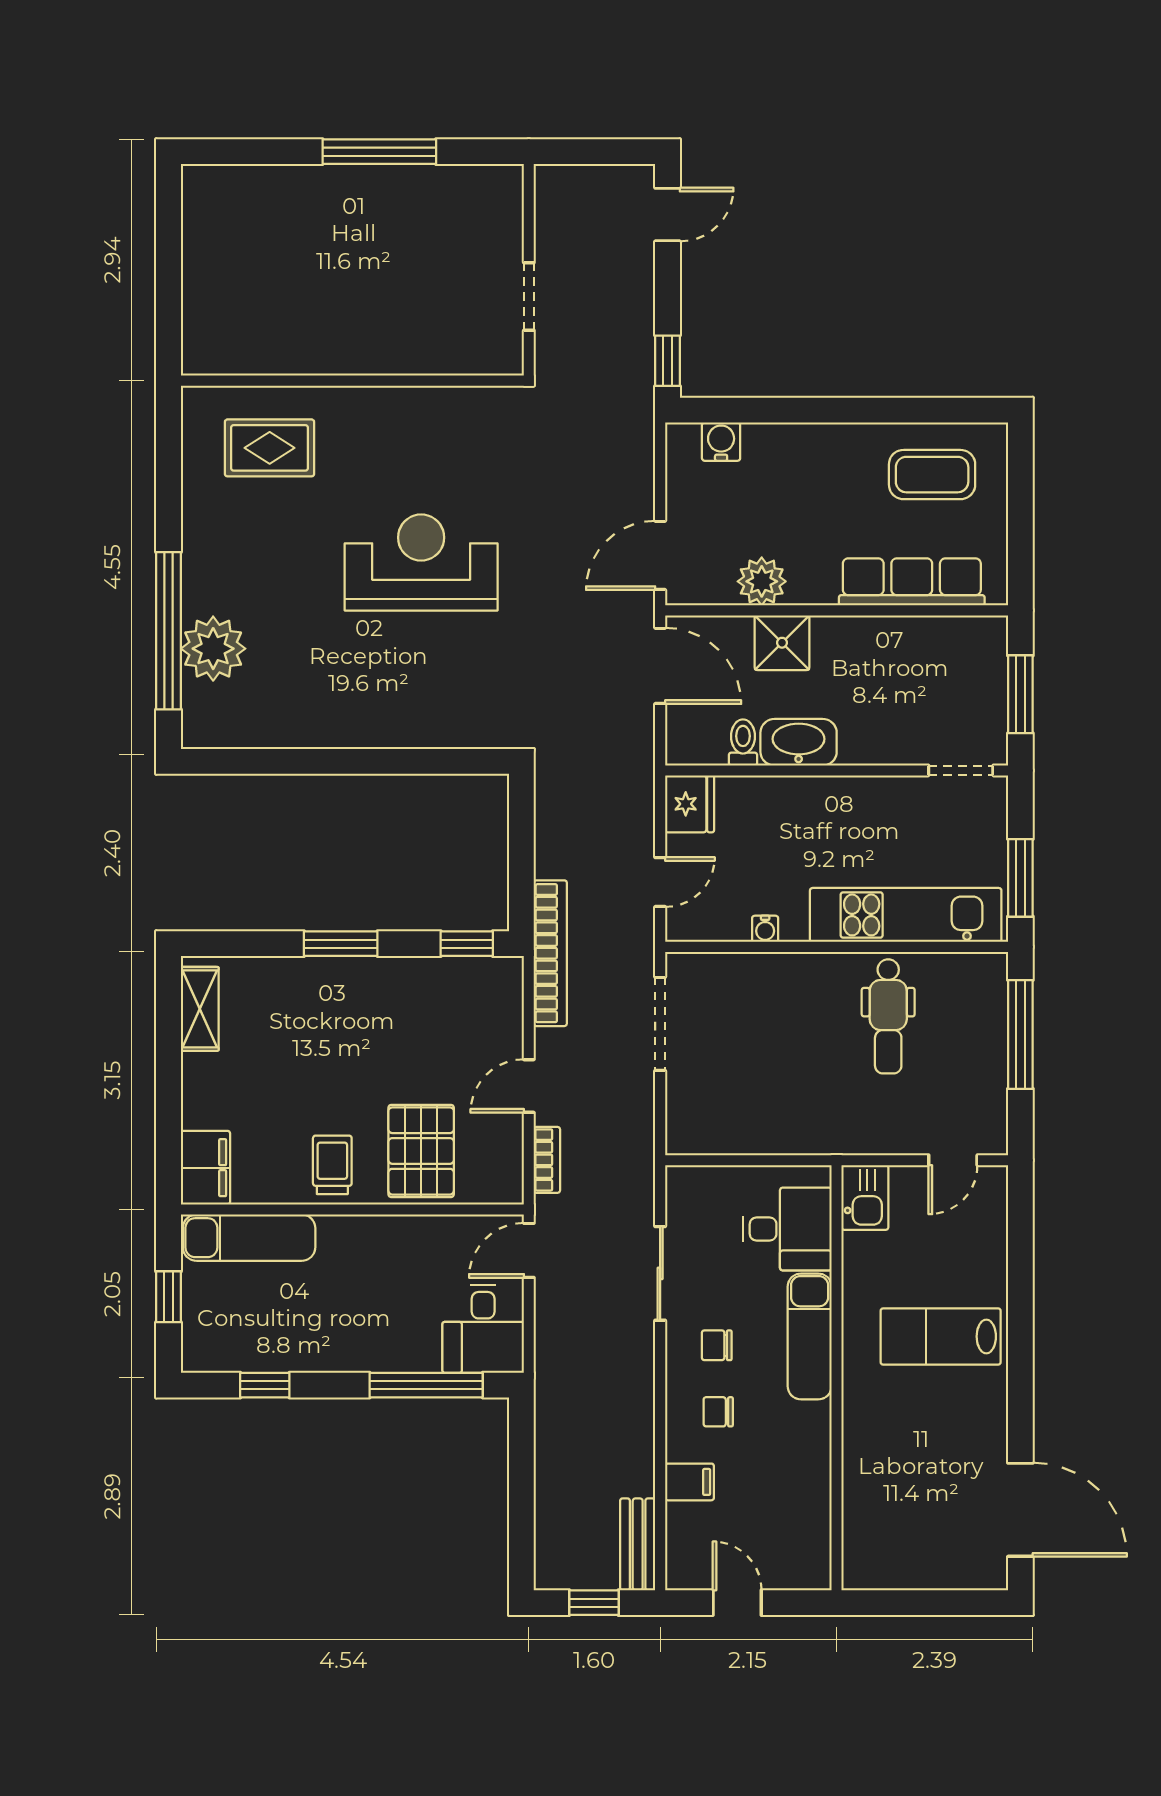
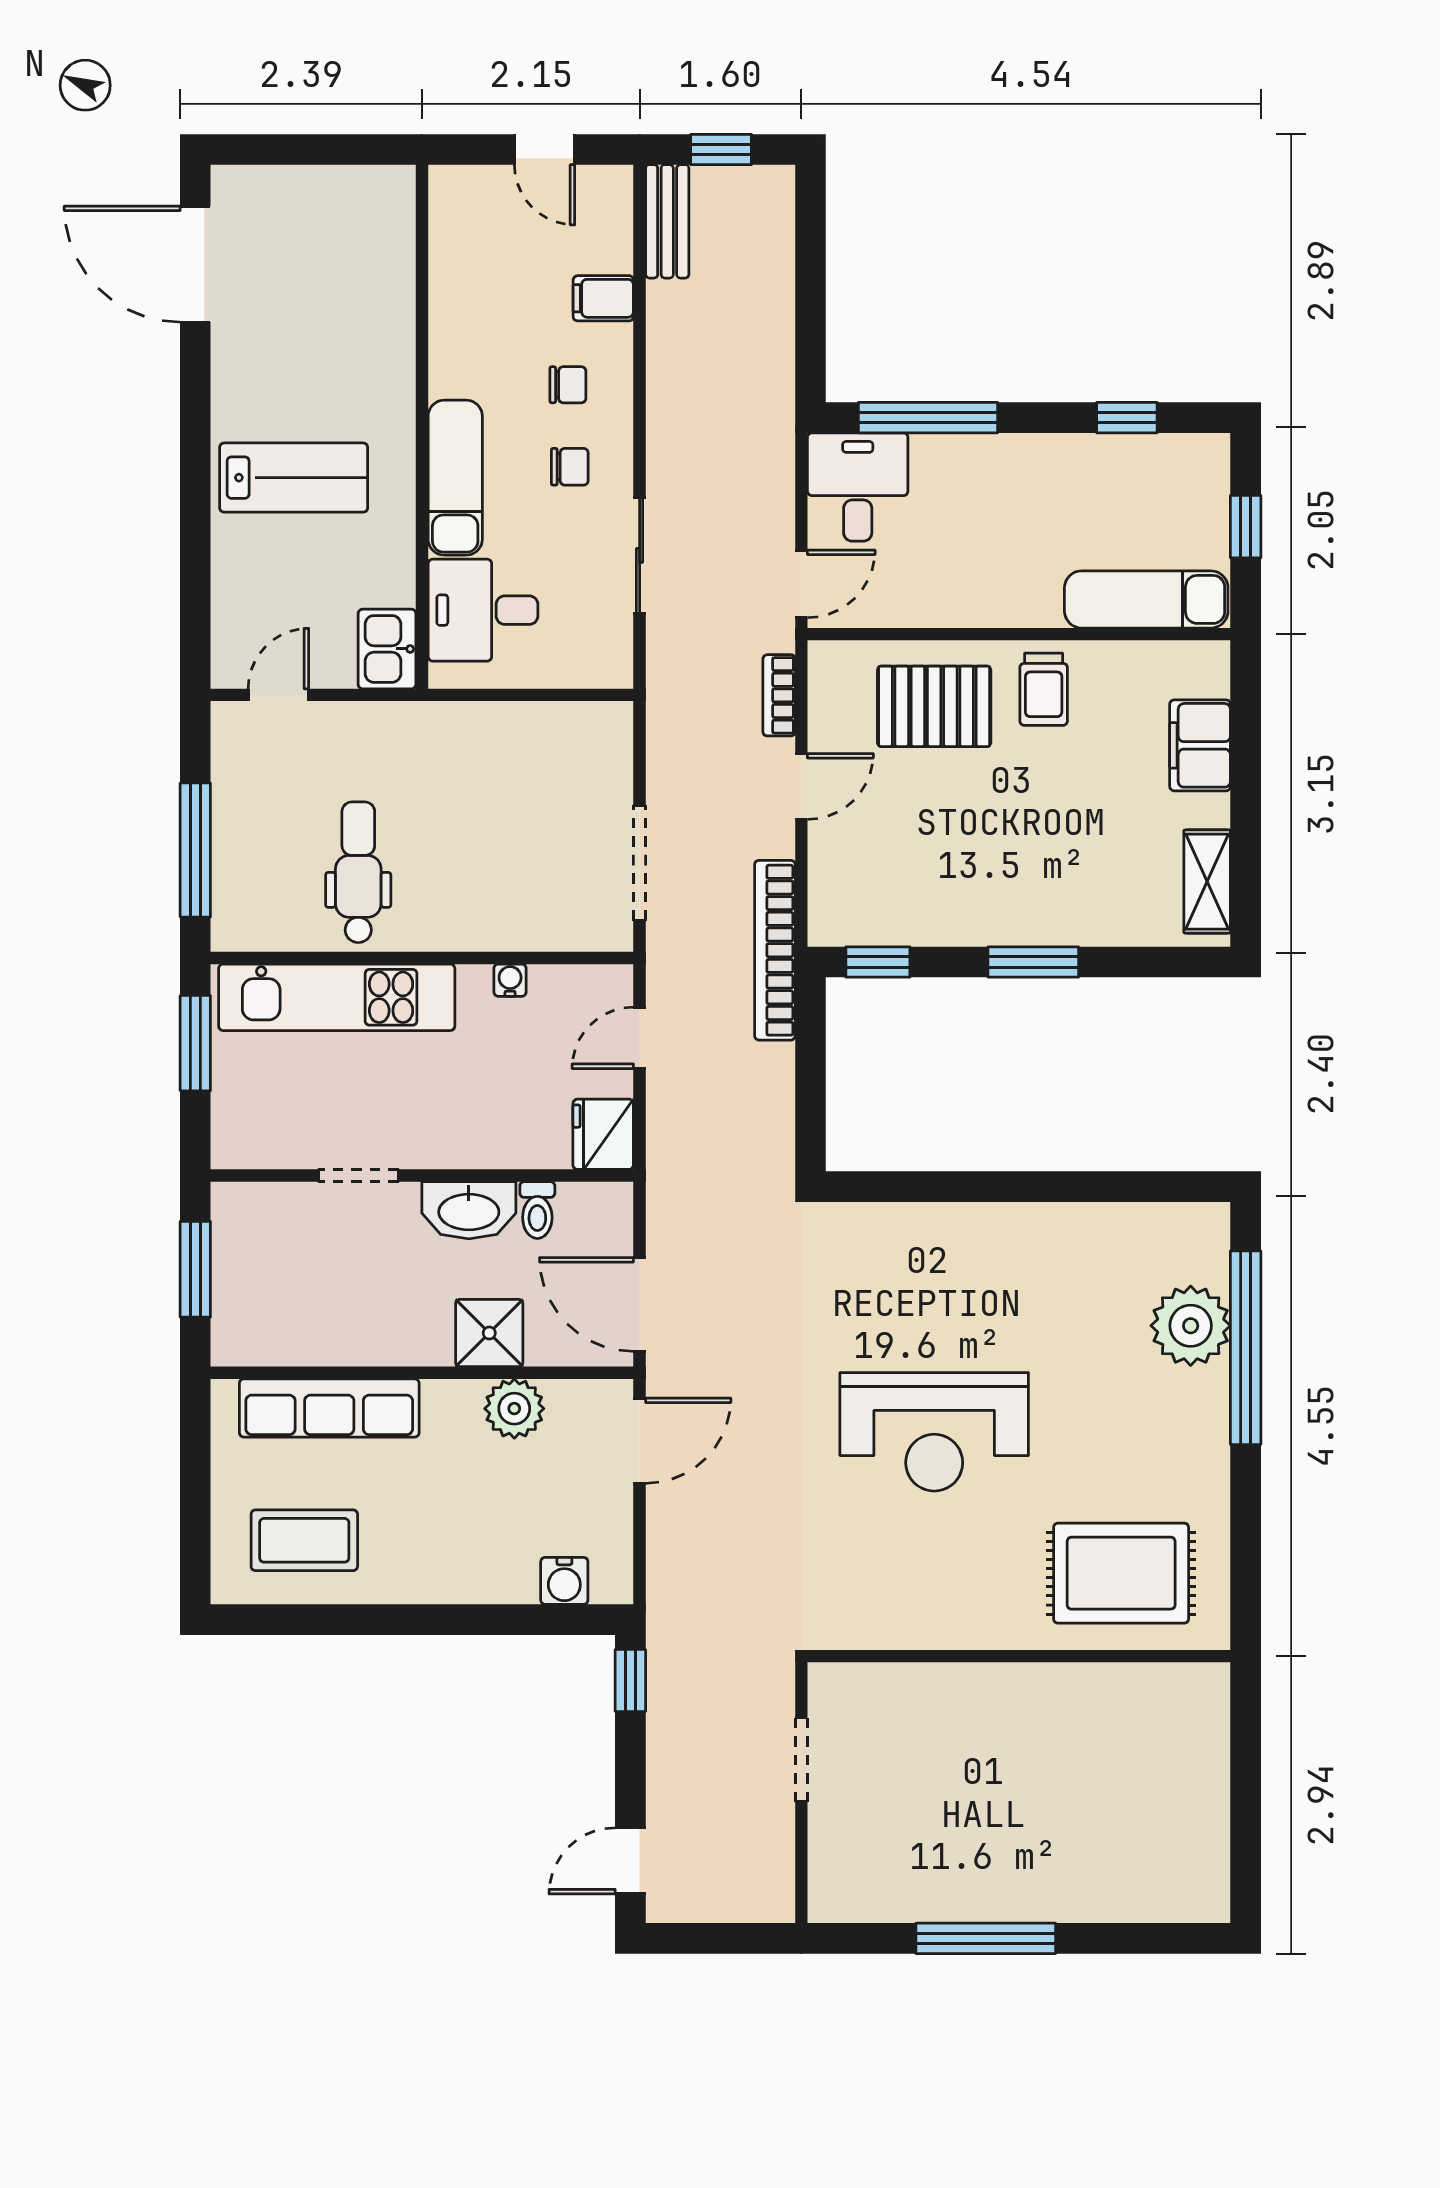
rug: (270, 448) -> (1121, 1573), width x1.36, depth x1.43
doorway: (961, 770) -> (358, 1175), moved
pallet: (421, 1151) -> (934, 706), turned 90
filing cabinet: (205, 1168) -> (1200, 745), moved

